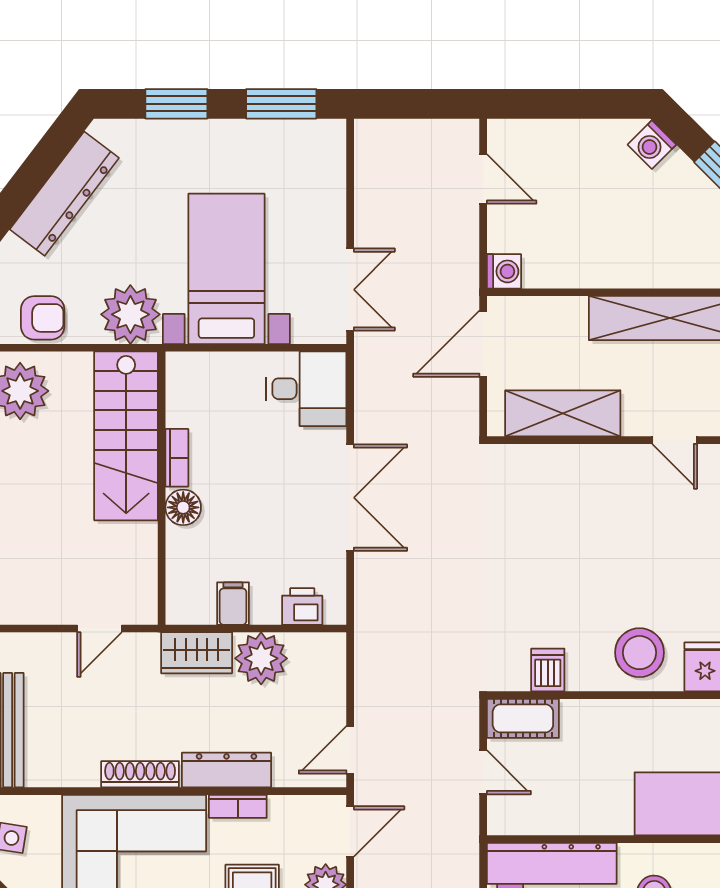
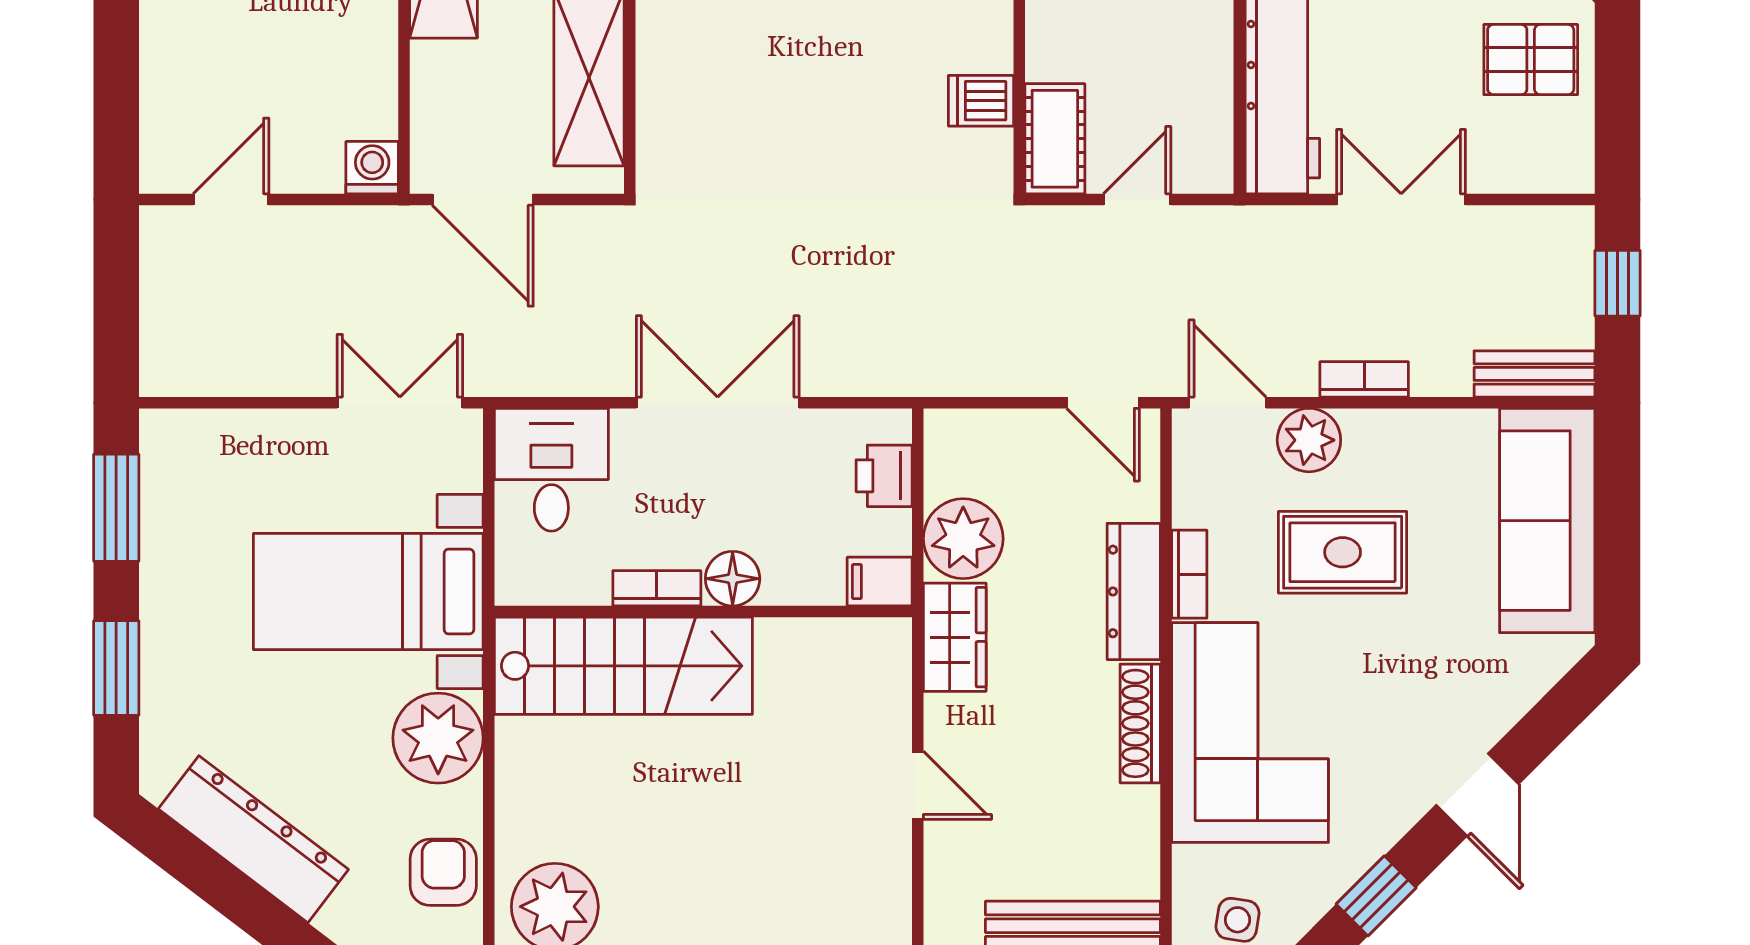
stairs: (126, 436) -> (623, 666), moved
bookcase: (177, 458) -> (657, 588), moved
wall: (162, 488) -> (703, 612), moved
floor lamp: (183, 507) -> (733, 579), moved

